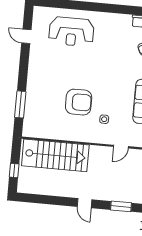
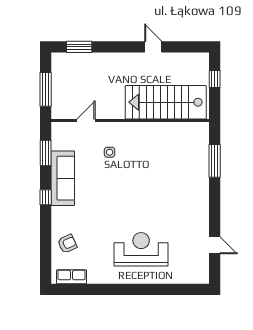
reception desk: (71, 32) -> (141, 249), moved
armchair: (79, 102) -> (143, 170), removed
door: (85, 203) -> (153, 47), moved

